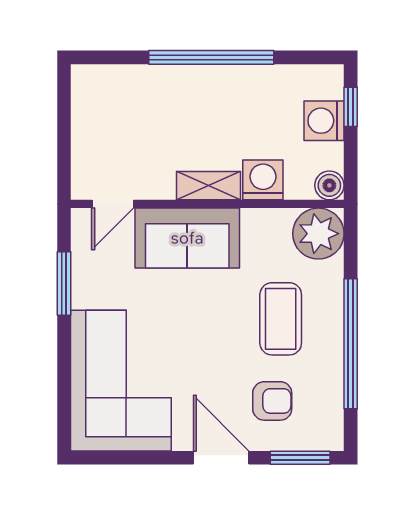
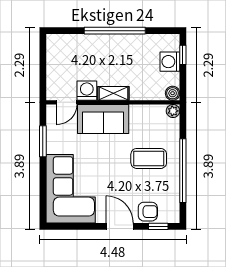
washing machine: (263, 180) -> (87, 91), moved
plant: (318, 234) -> (173, 111), width x0.53, depth x0.53
coffee table: (281, 319) -> (149, 158), turned 90
armchair: (272, 401) -> (148, 212), moved
window: (300, 458) -> (158, 226), width x0.67

